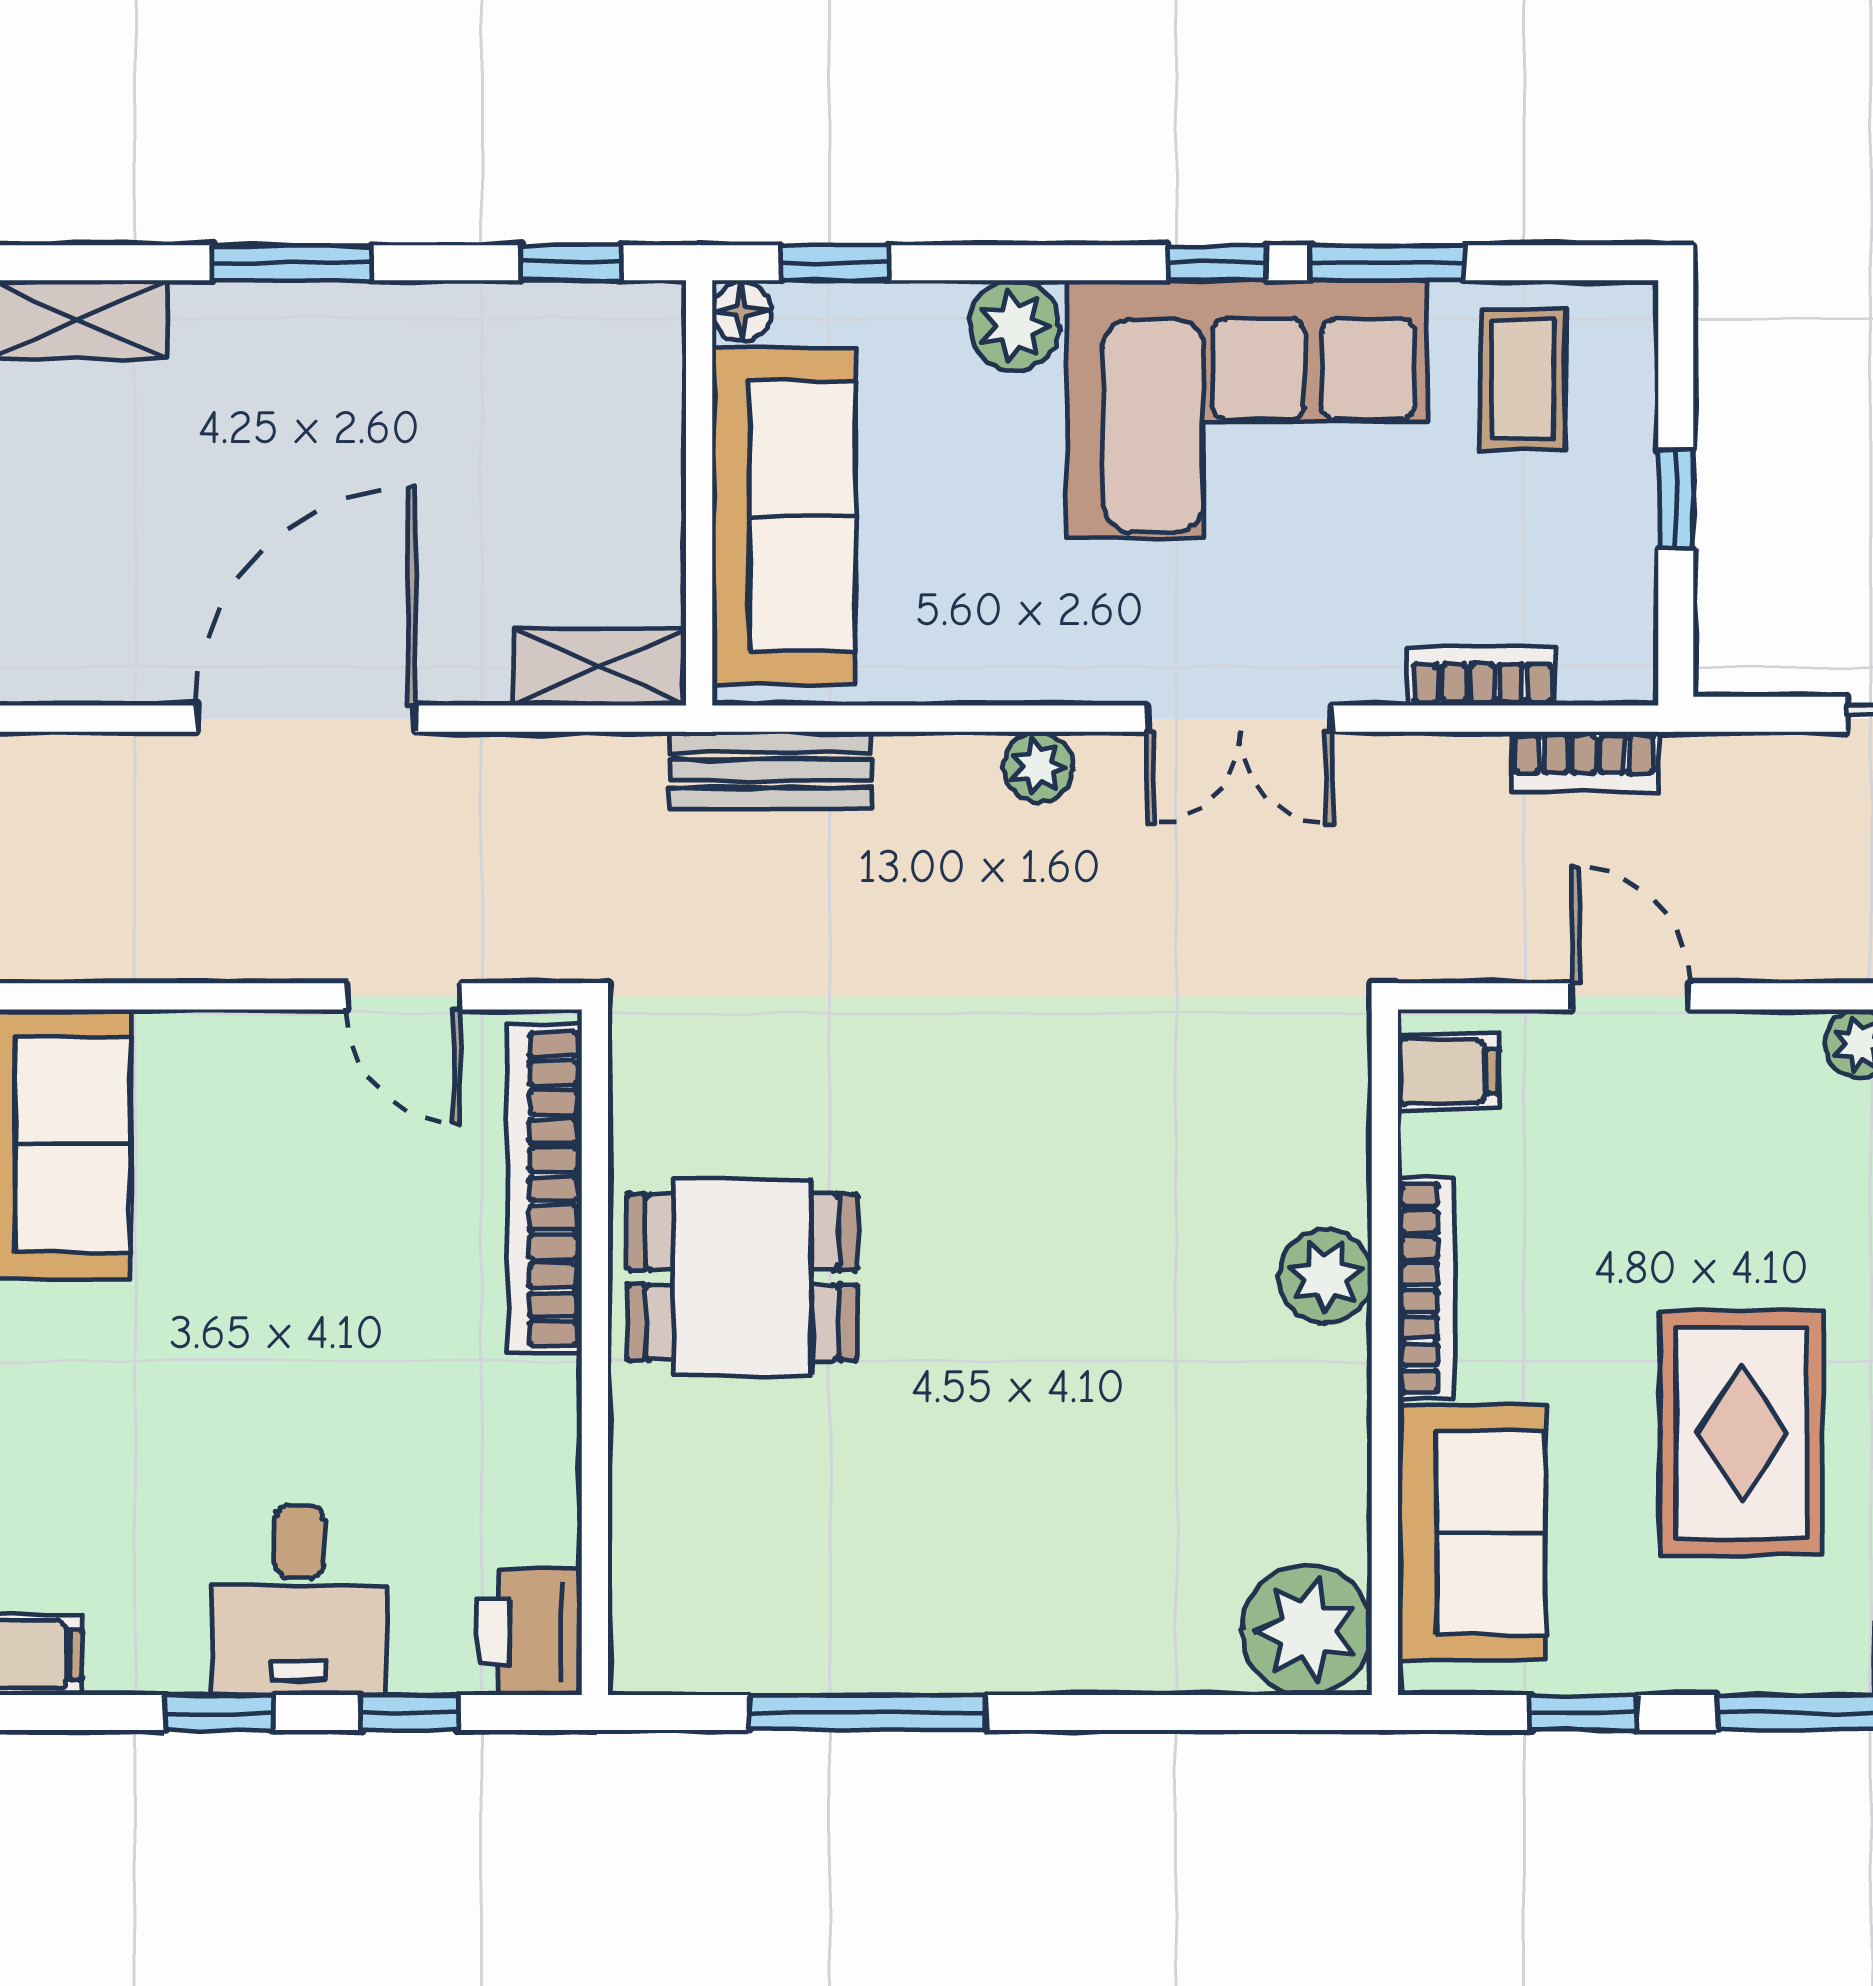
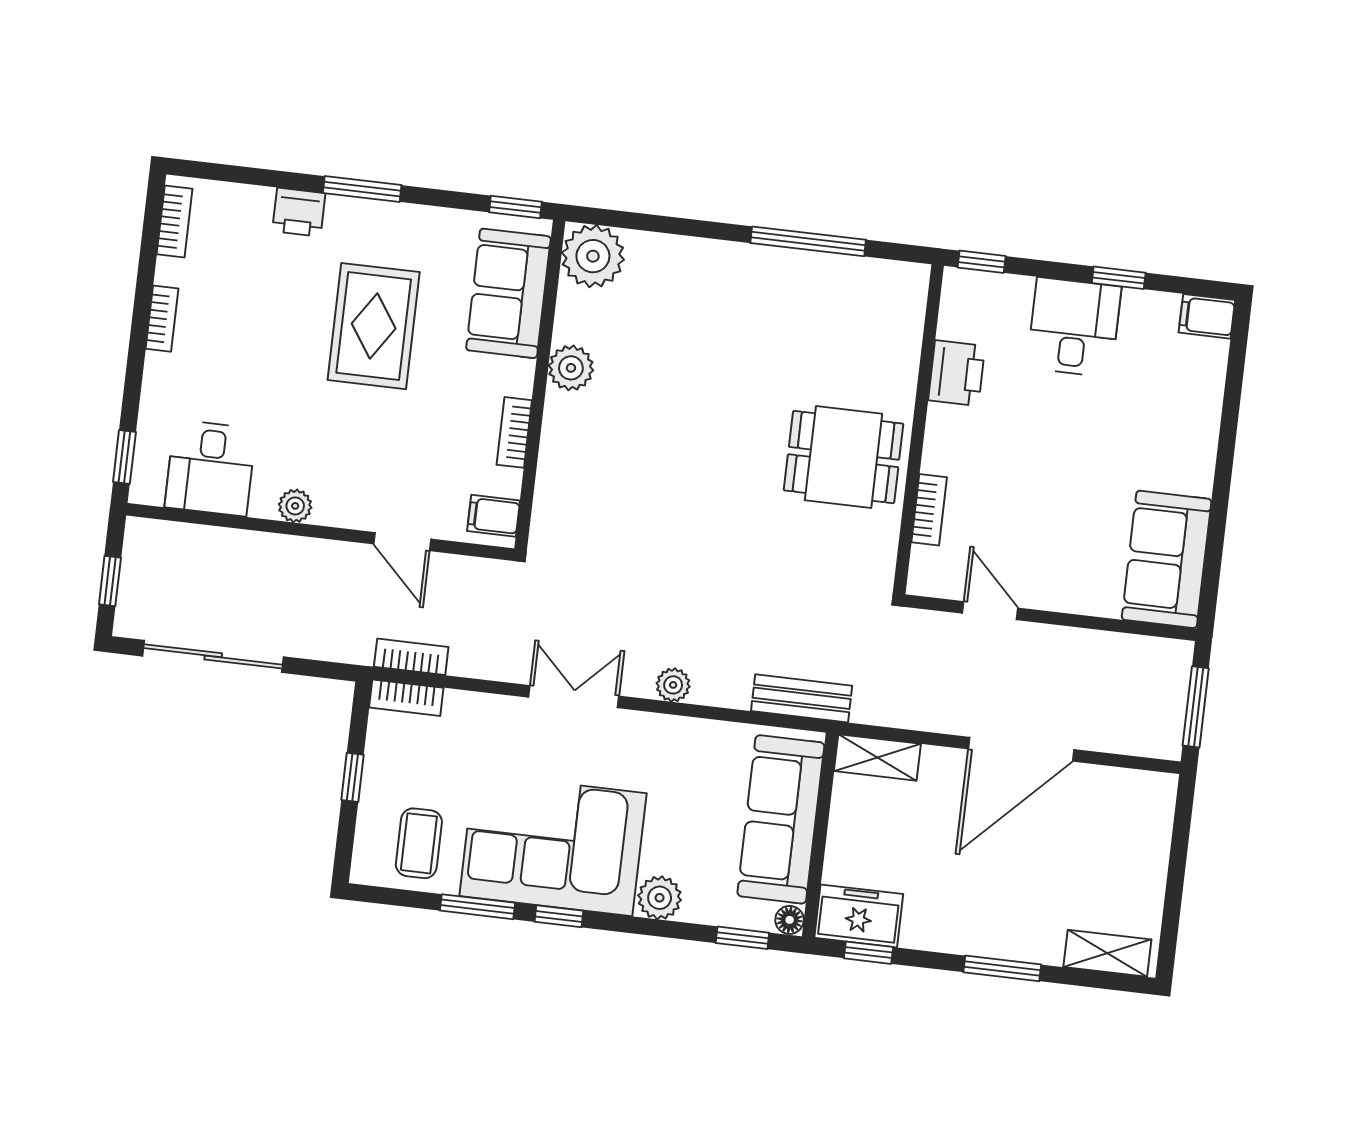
freezer: (600, 336) -> (859, 916), added
bookcase: (1482, 676) -> (406, 698), moved
bookcase: (544, 1189) -> (929, 510), width x0.43, depth x0.76
plant: (1325, 1276) -> (571, 368), moved
bookcase: (1426, 1288) -> (514, 432), width x0.64
printer: (530, 1632) -> (957, 373), moved
window: (409, 1713) -> (982, 262), moved
window: (1583, 1713) -> (515, 207), moved

